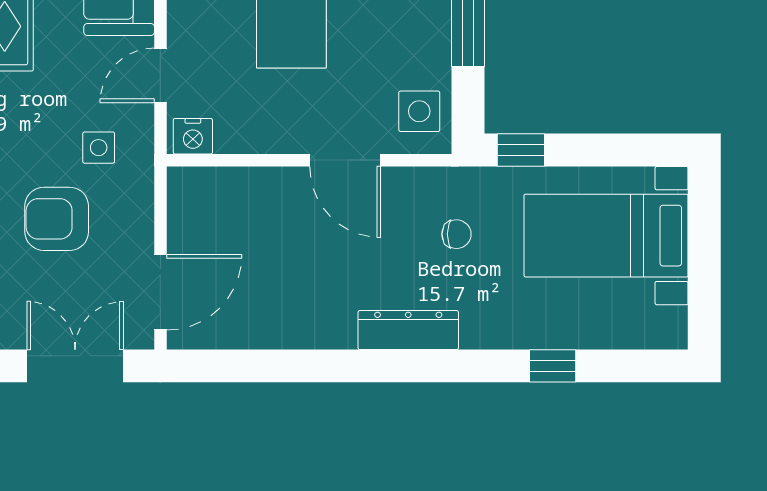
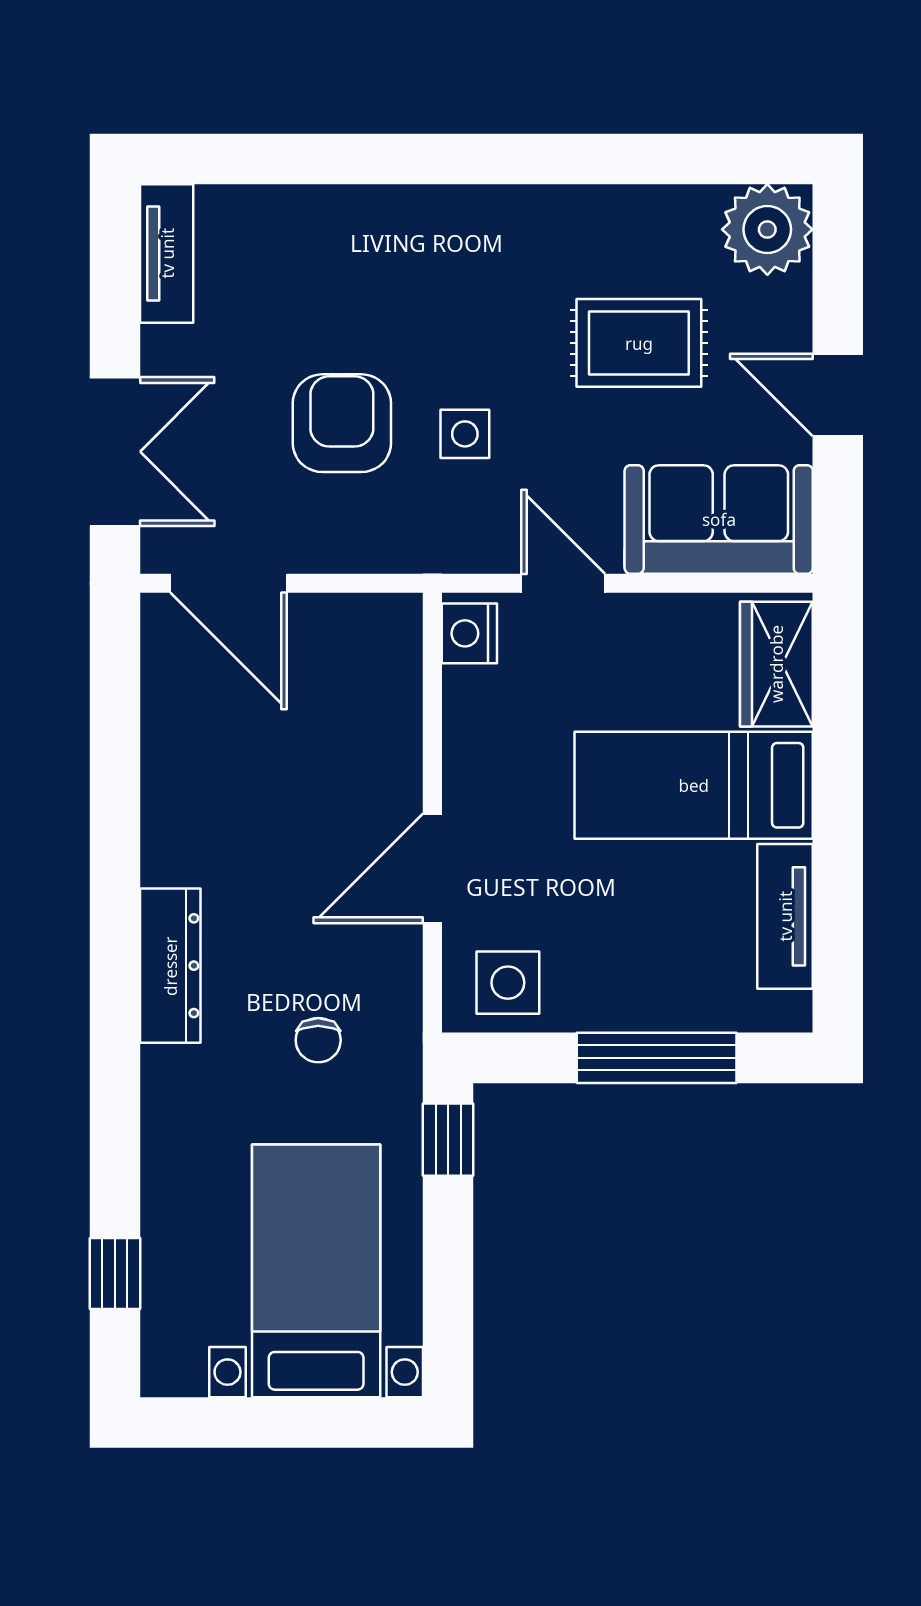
side table: (99, 148) -> (465, 434), moved
window: (553, 366) -> (115, 1273), moved

